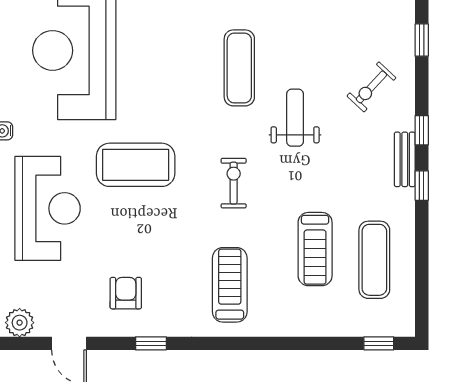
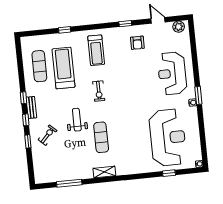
window: (422, 40) -> (28, 141), moved
weight bench: (295, 118) -> (77, 120), turned 180
coffee table: (136, 165) -> (139, 94), removed
treadmill: (315, 249) -> (63, 68), width x1.37, depth x1.38
window: (379, 343) -> (65, 30), moved

